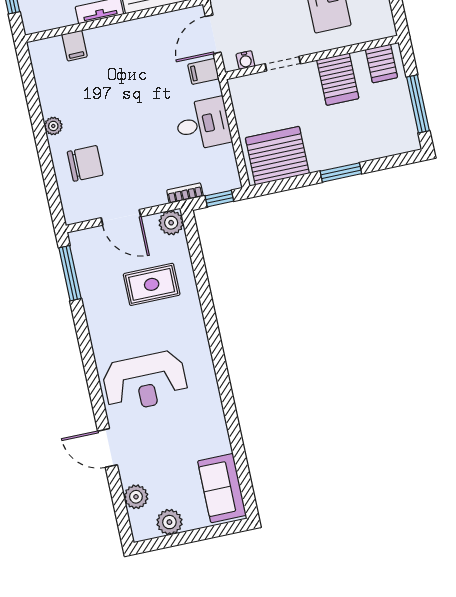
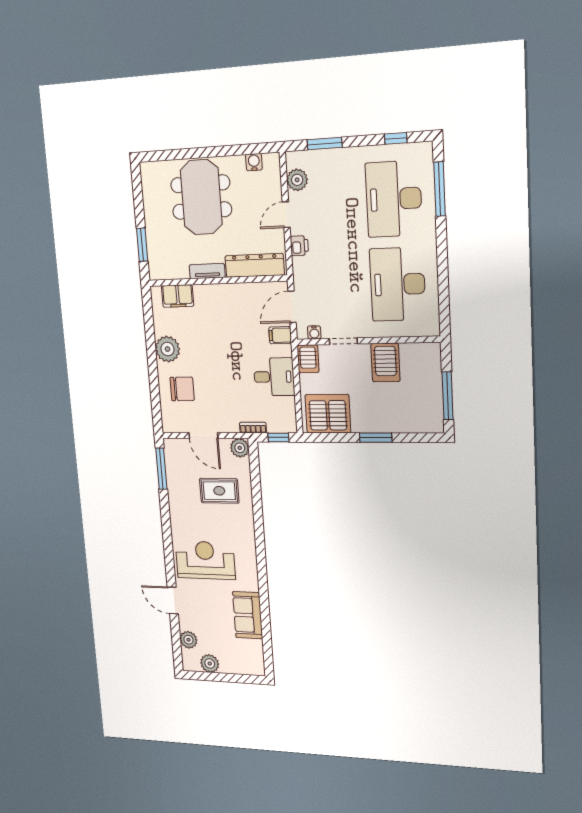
filing cabinet: (75, 46) -> (178, 296), width x2.00
server rack: (381, 64) -> (308, 359), moved
plant: (53, 126) -> (167, 349), width x1.87, depth x1.87
reception desk: (145, 381) -> (205, 560), turned 180
sofa: (222, 488) -> (248, 615), moved

